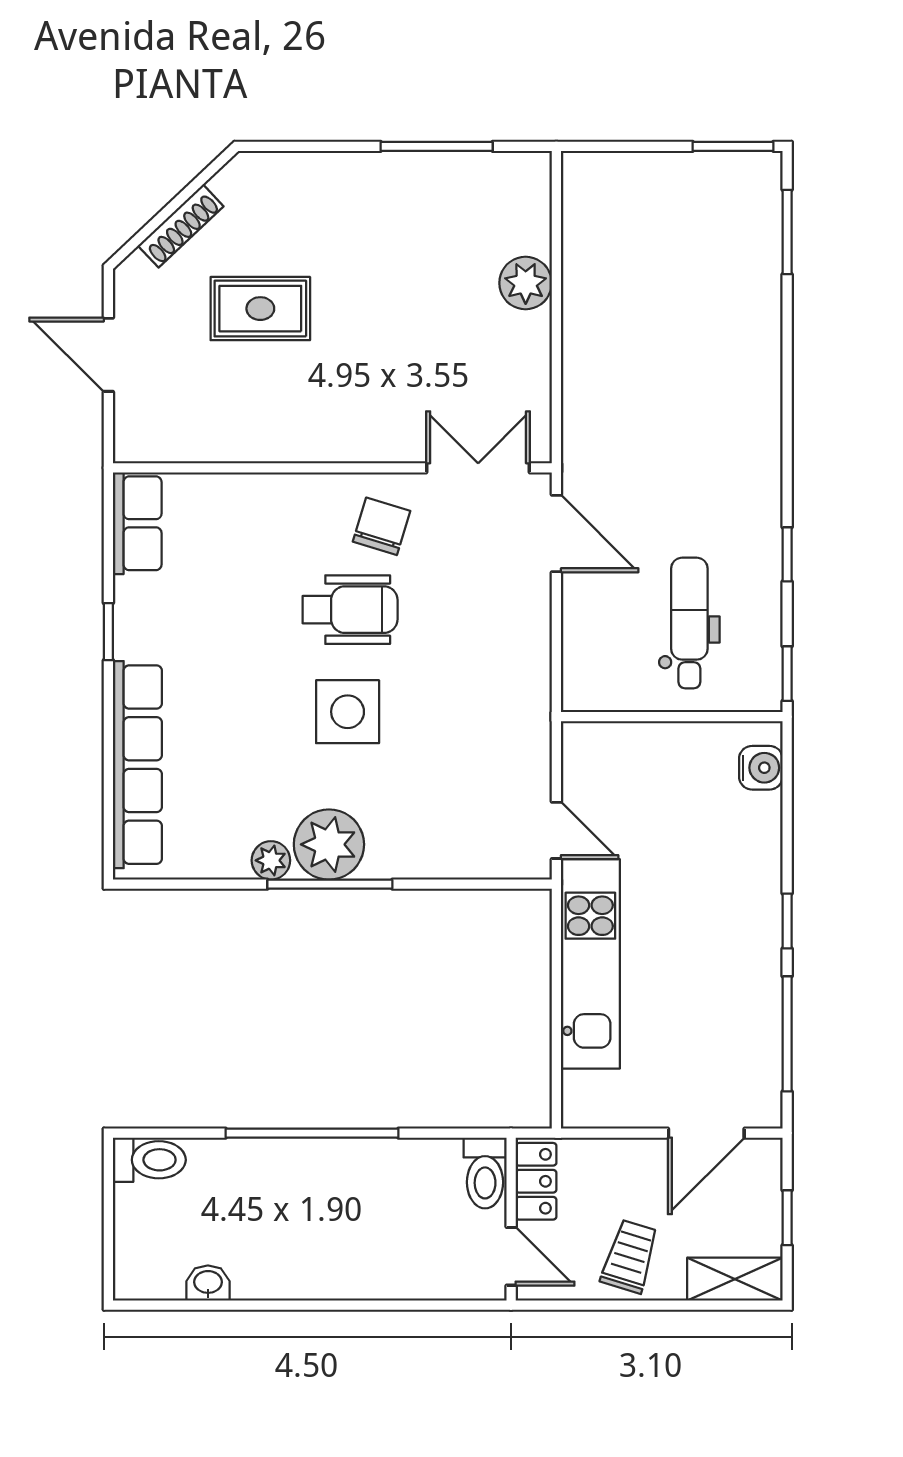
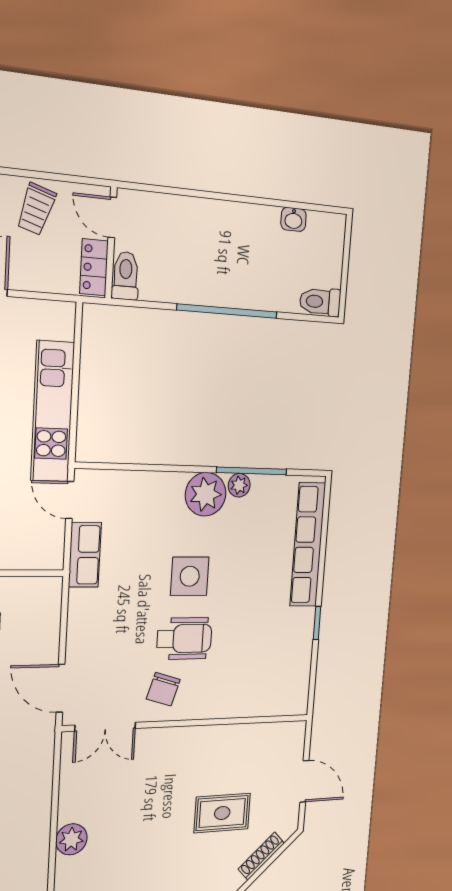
row of seats: (137, 523) -> (85, 555), moved, turned 180
wheelchair: (350, 610) -> (184, 639), turned 180
window: (330, 884) -> (252, 471), moved

